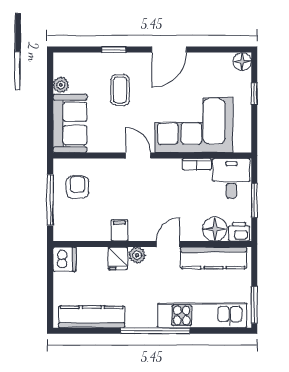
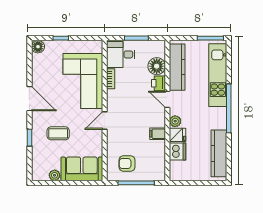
printer: (239, 232) -> (159, 83), moved
dishwasher: (64, 259) -> (178, 151), moved, turned 90

